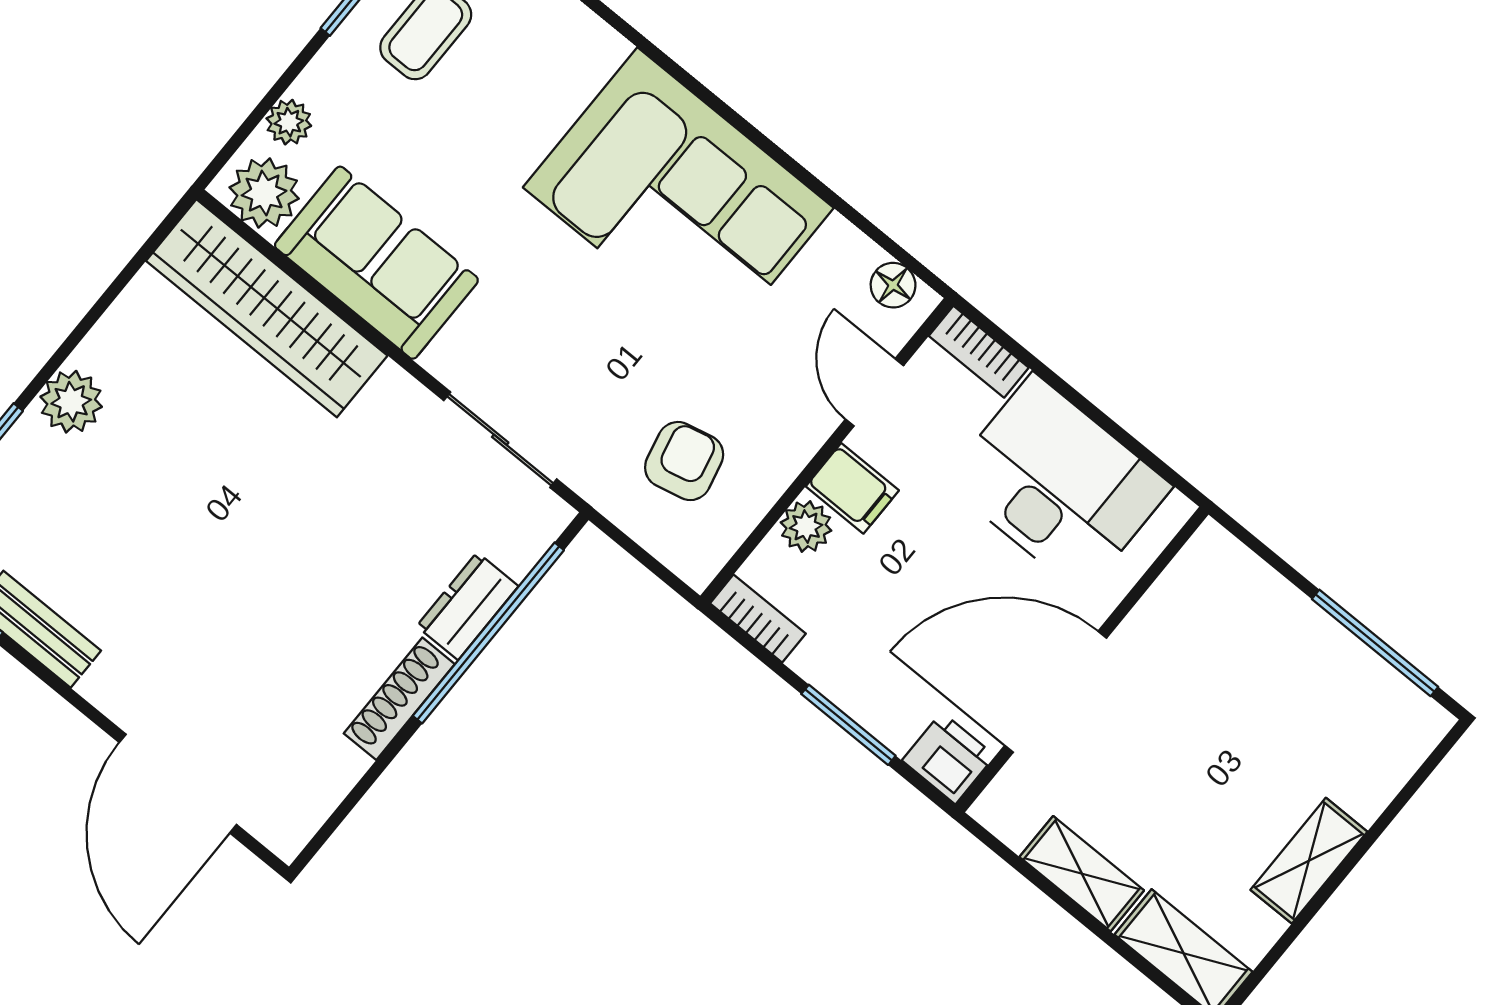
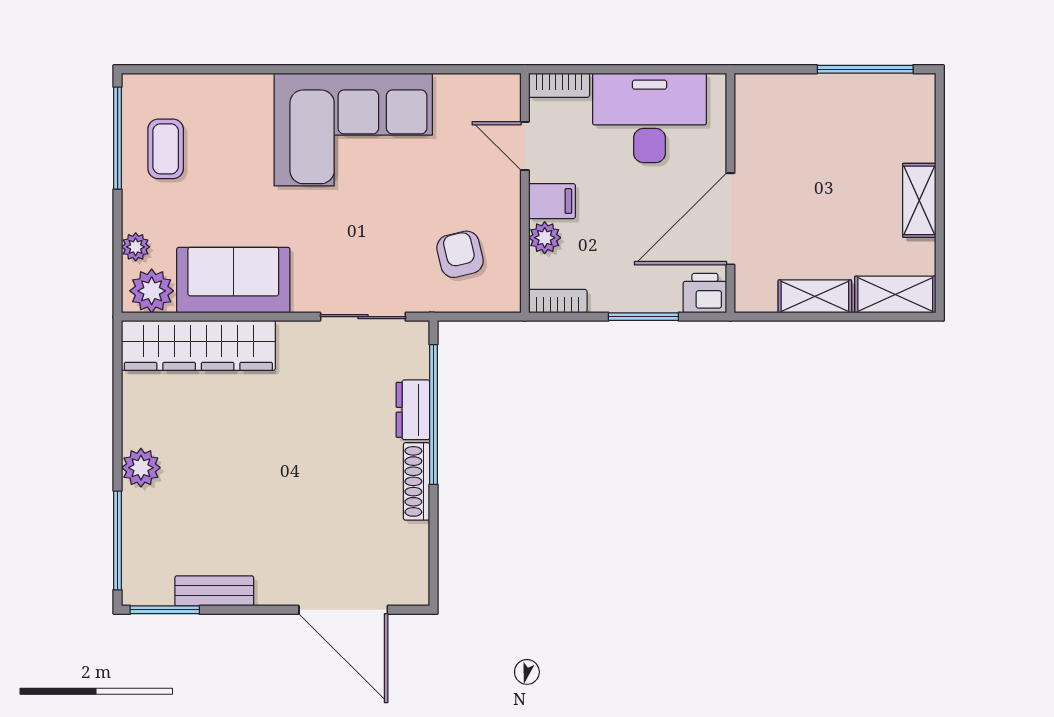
floor lamp: (893, 285) -> (491, 87), removed

